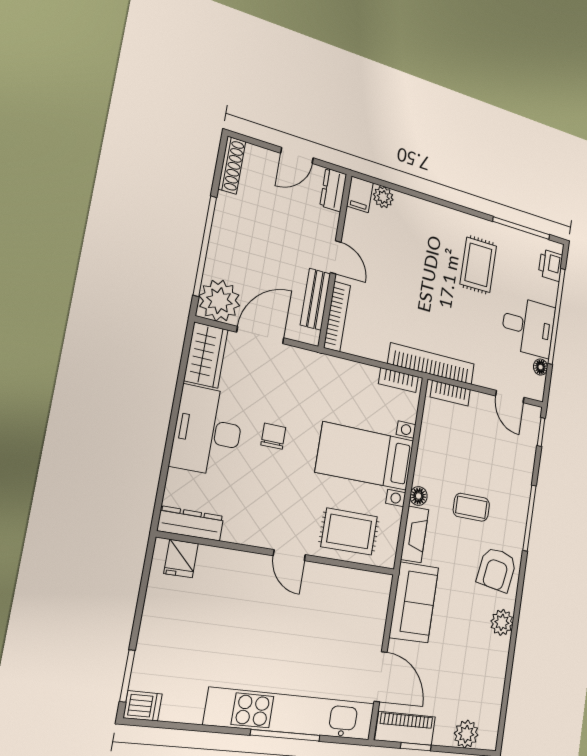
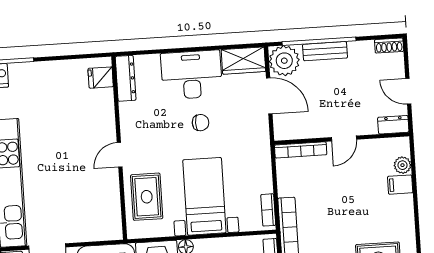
shoe rack: (232, 165) -> (389, 46), width x0.70
filing cabinet: (360, 194) -> (400, 185), moved
bench: (315, 299) -> (325, 51), moved

